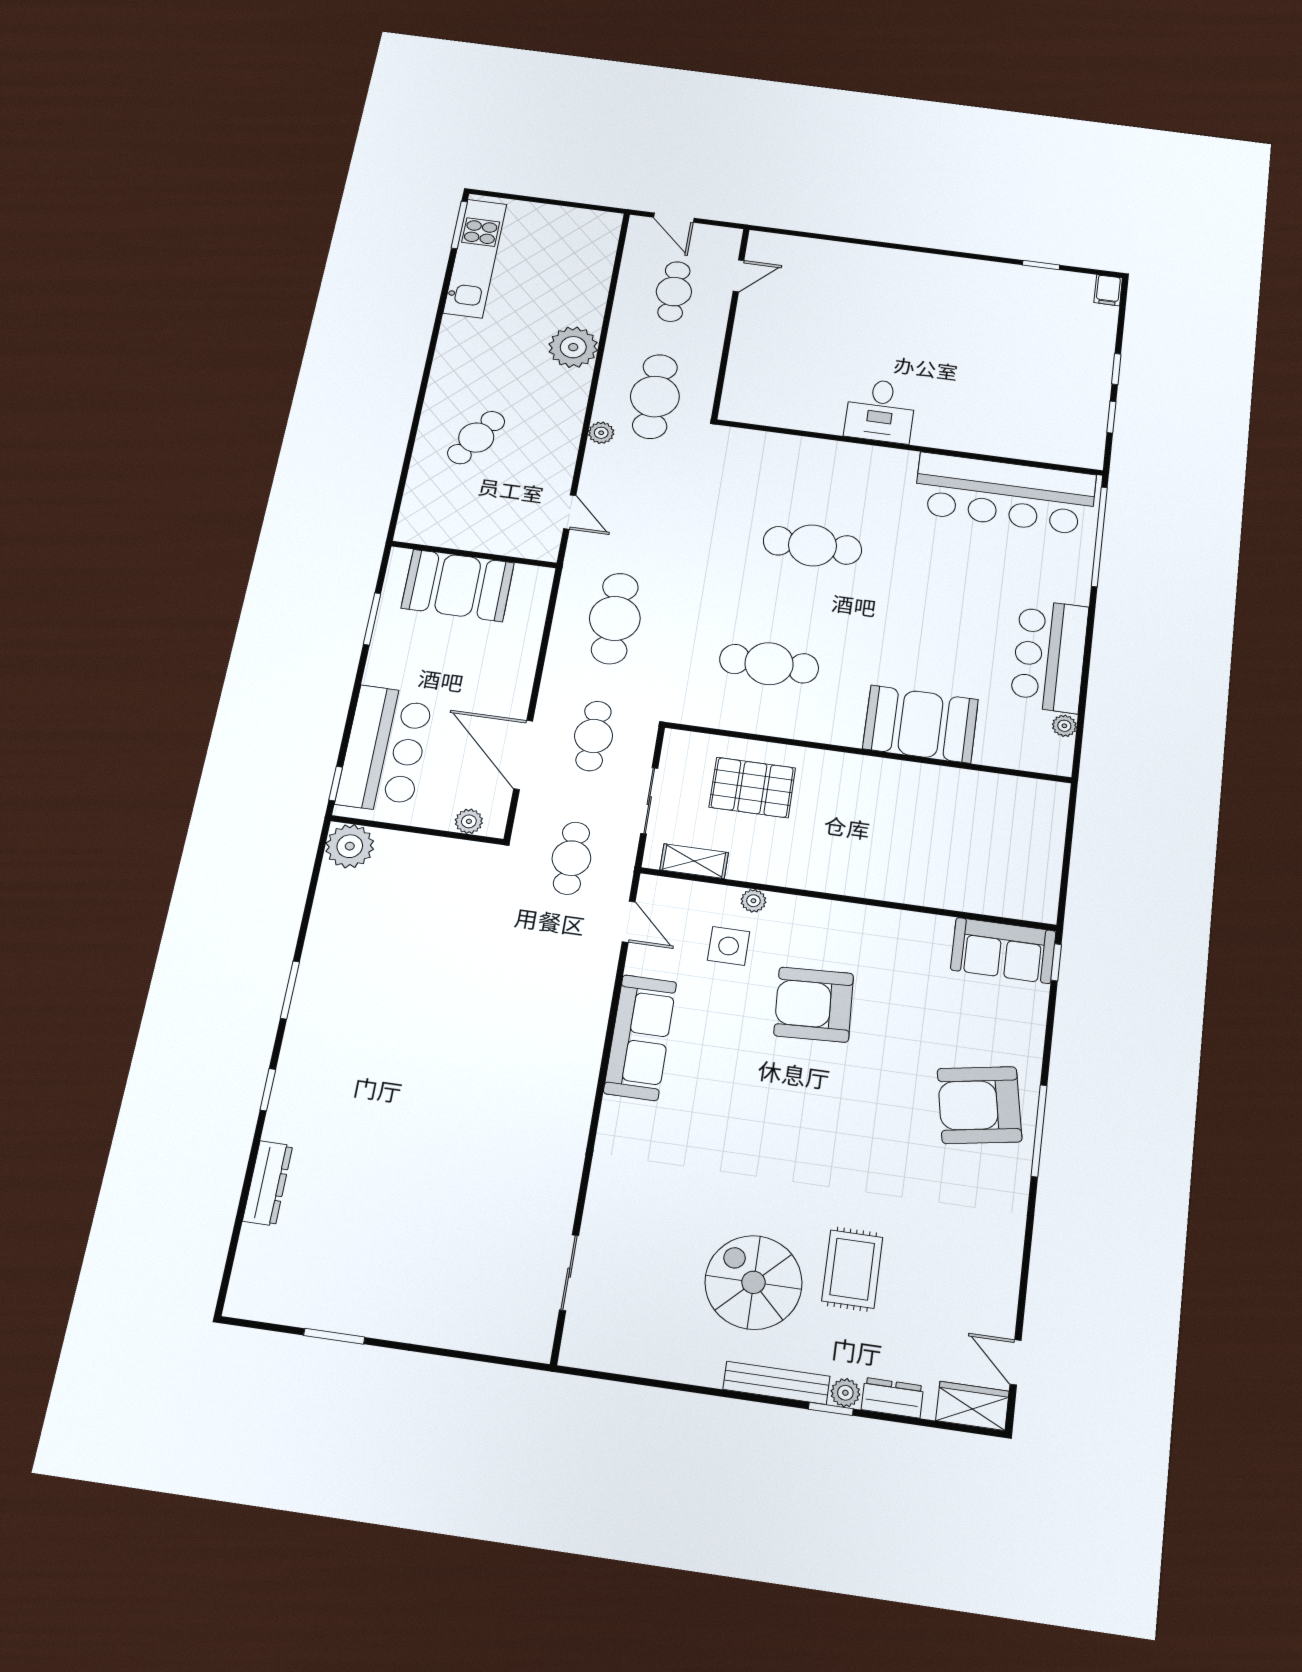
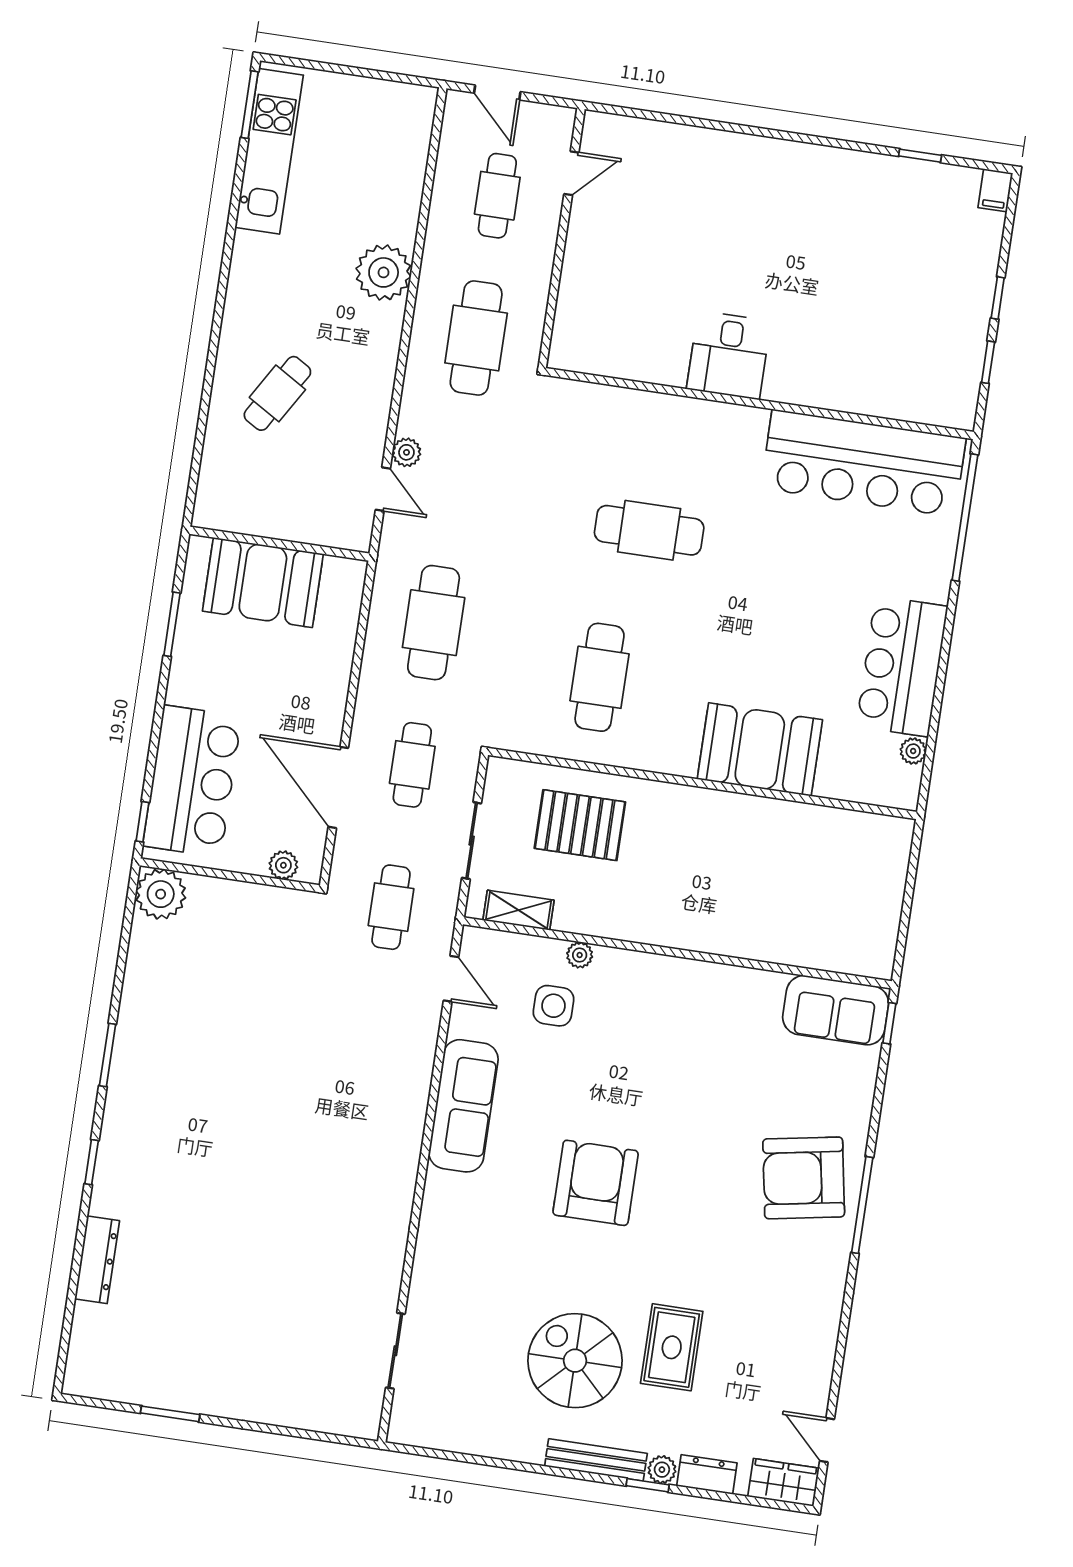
plant: (601, 433) -> (406, 452), moved
cafe table: (769, 664) -> (600, 677), turned 90
armchair: (814, 1005) -> (596, 1183), moved, turned 93

